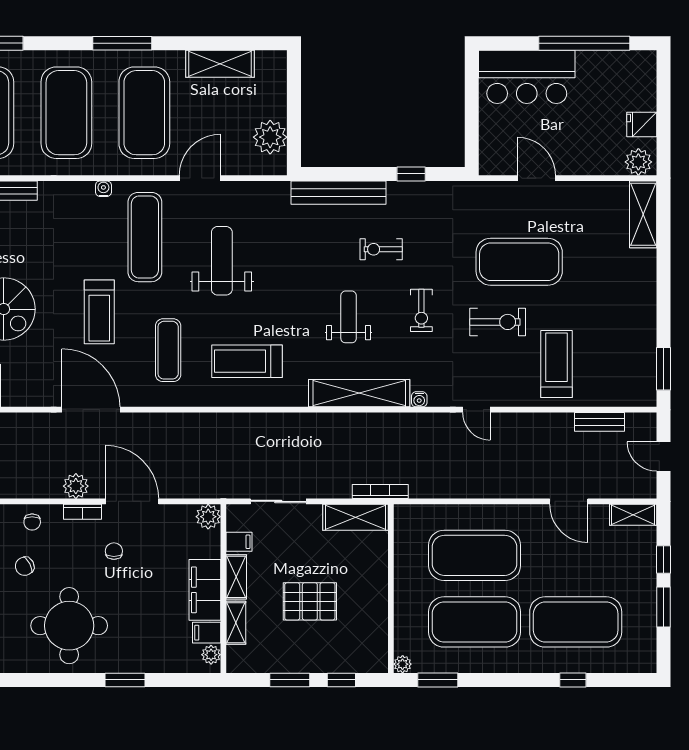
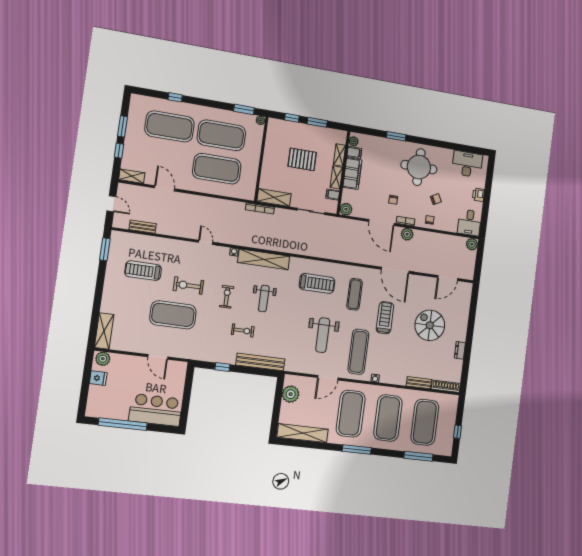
shelving: (220, 64) -> (303, 433), width x1.47
treadmill: (556, 364) -> (143, 271), moved, turned 90

